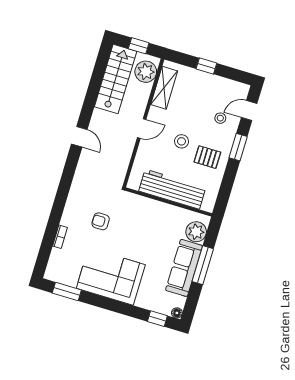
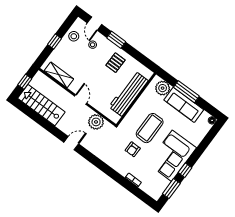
plant: (146, 72) -> (96, 122), moved
stool: (181, 141) -> (74, 36), moved
coffee table: (137, 234) -> (150, 128), added
window: (157, 319) -> (185, 170), moved

